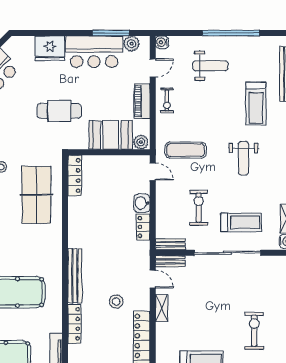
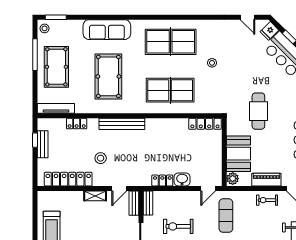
table tennis table: (36, 195) -> (170, 90), moved
exercise bike: (199, 208) -> (178, 226), turned 180
locker: (74, 324) -> (77, 124), width x0.66

